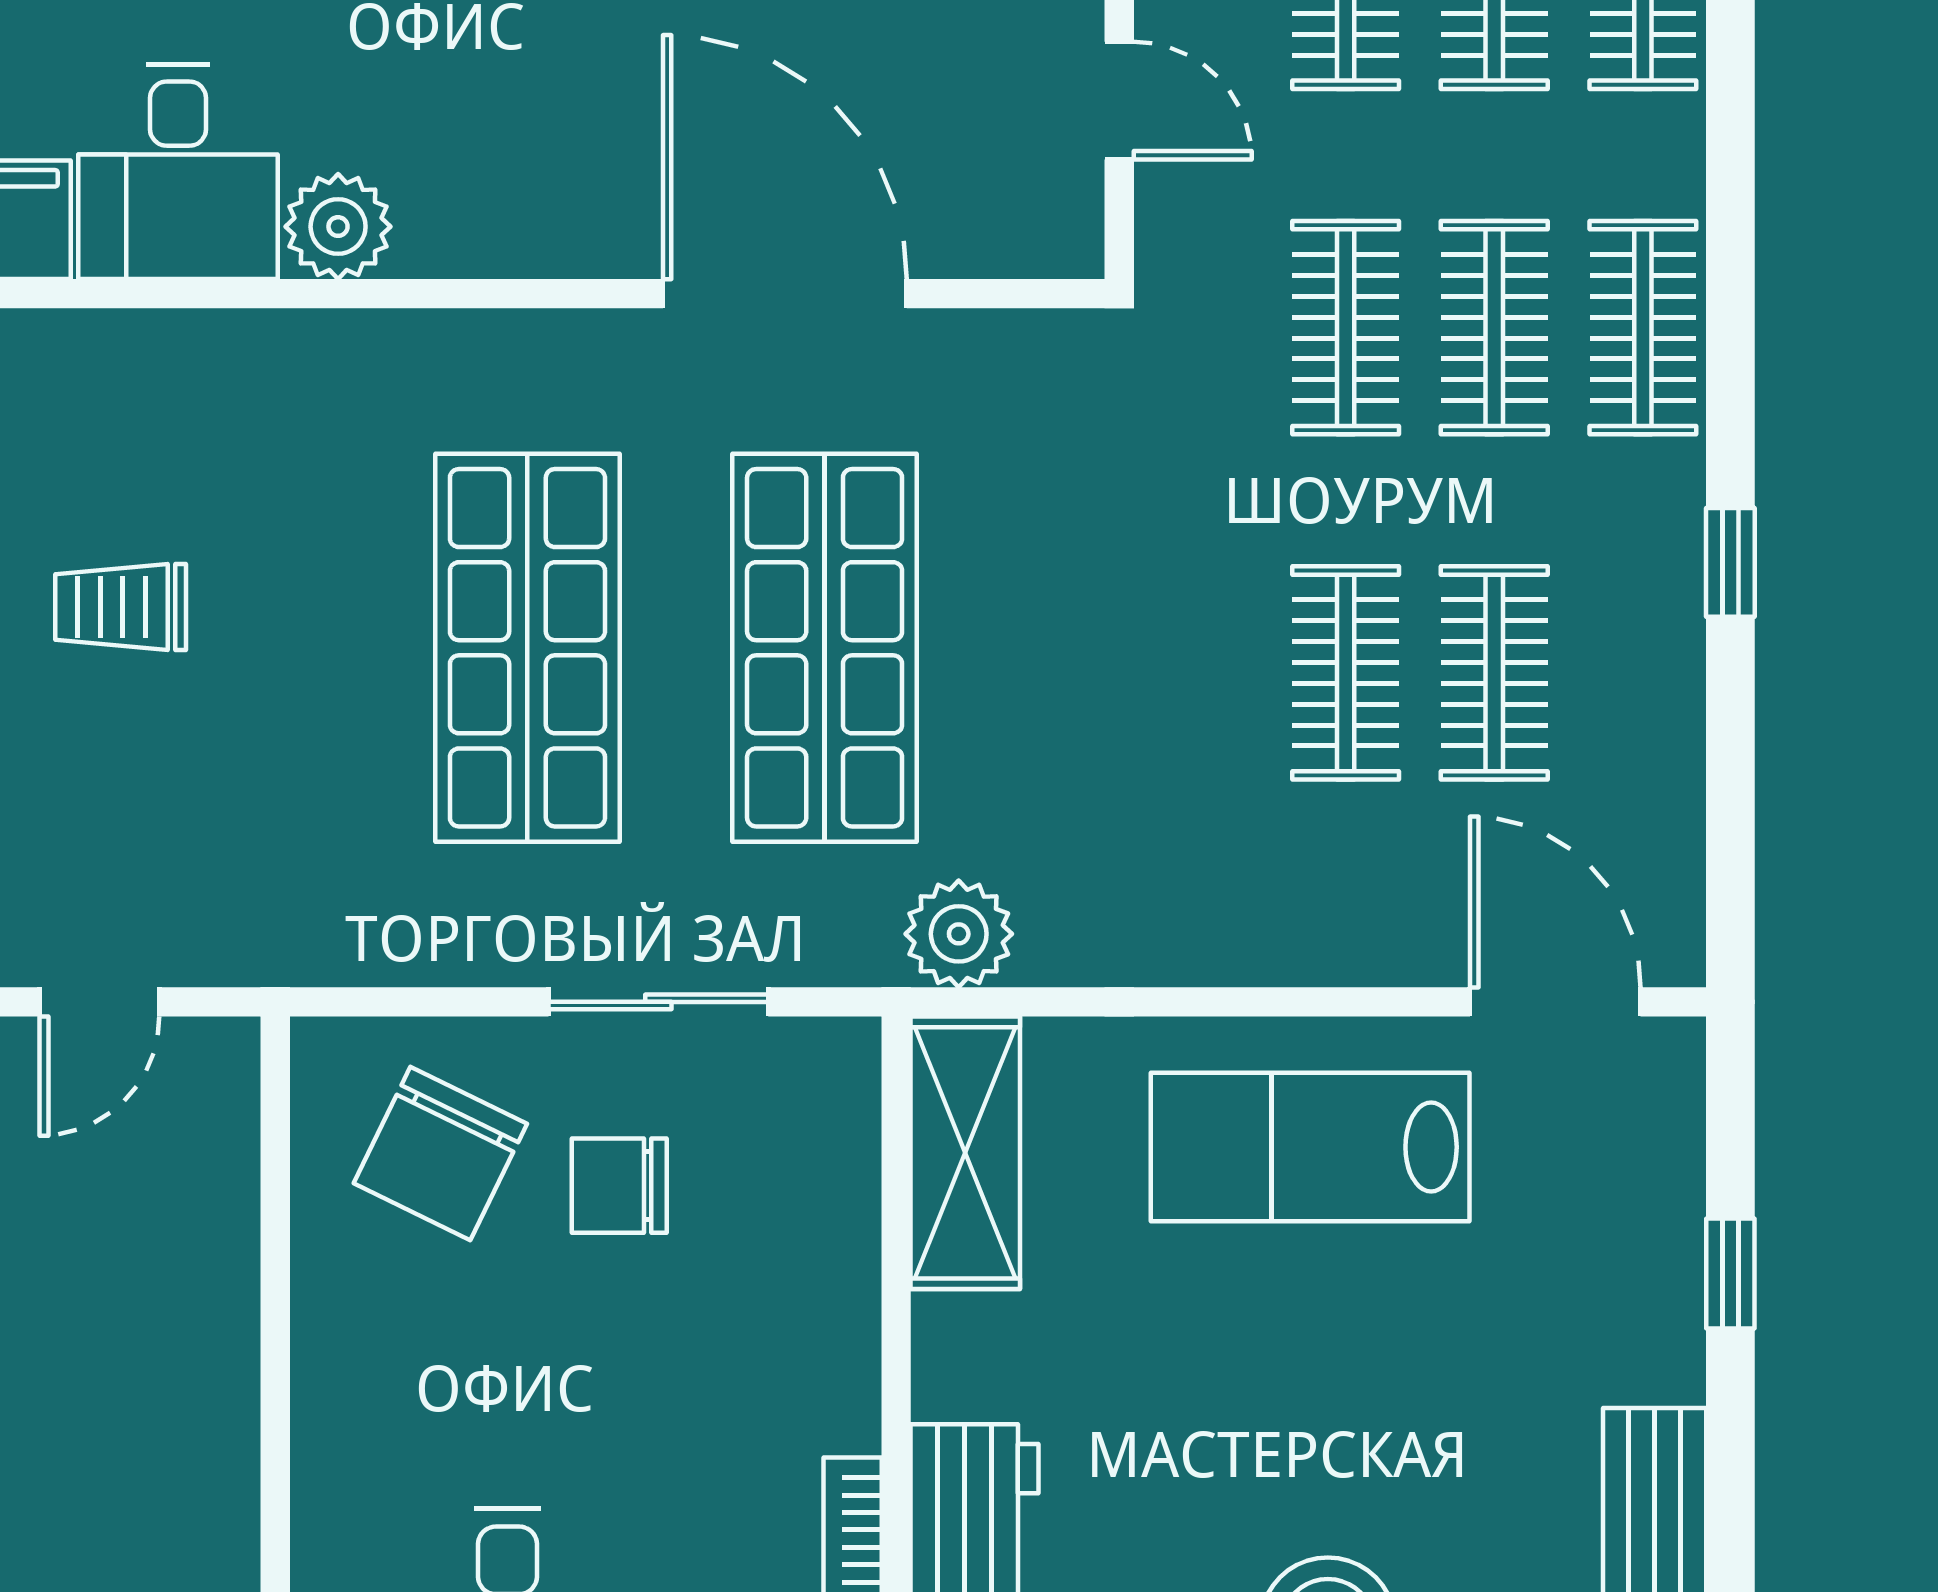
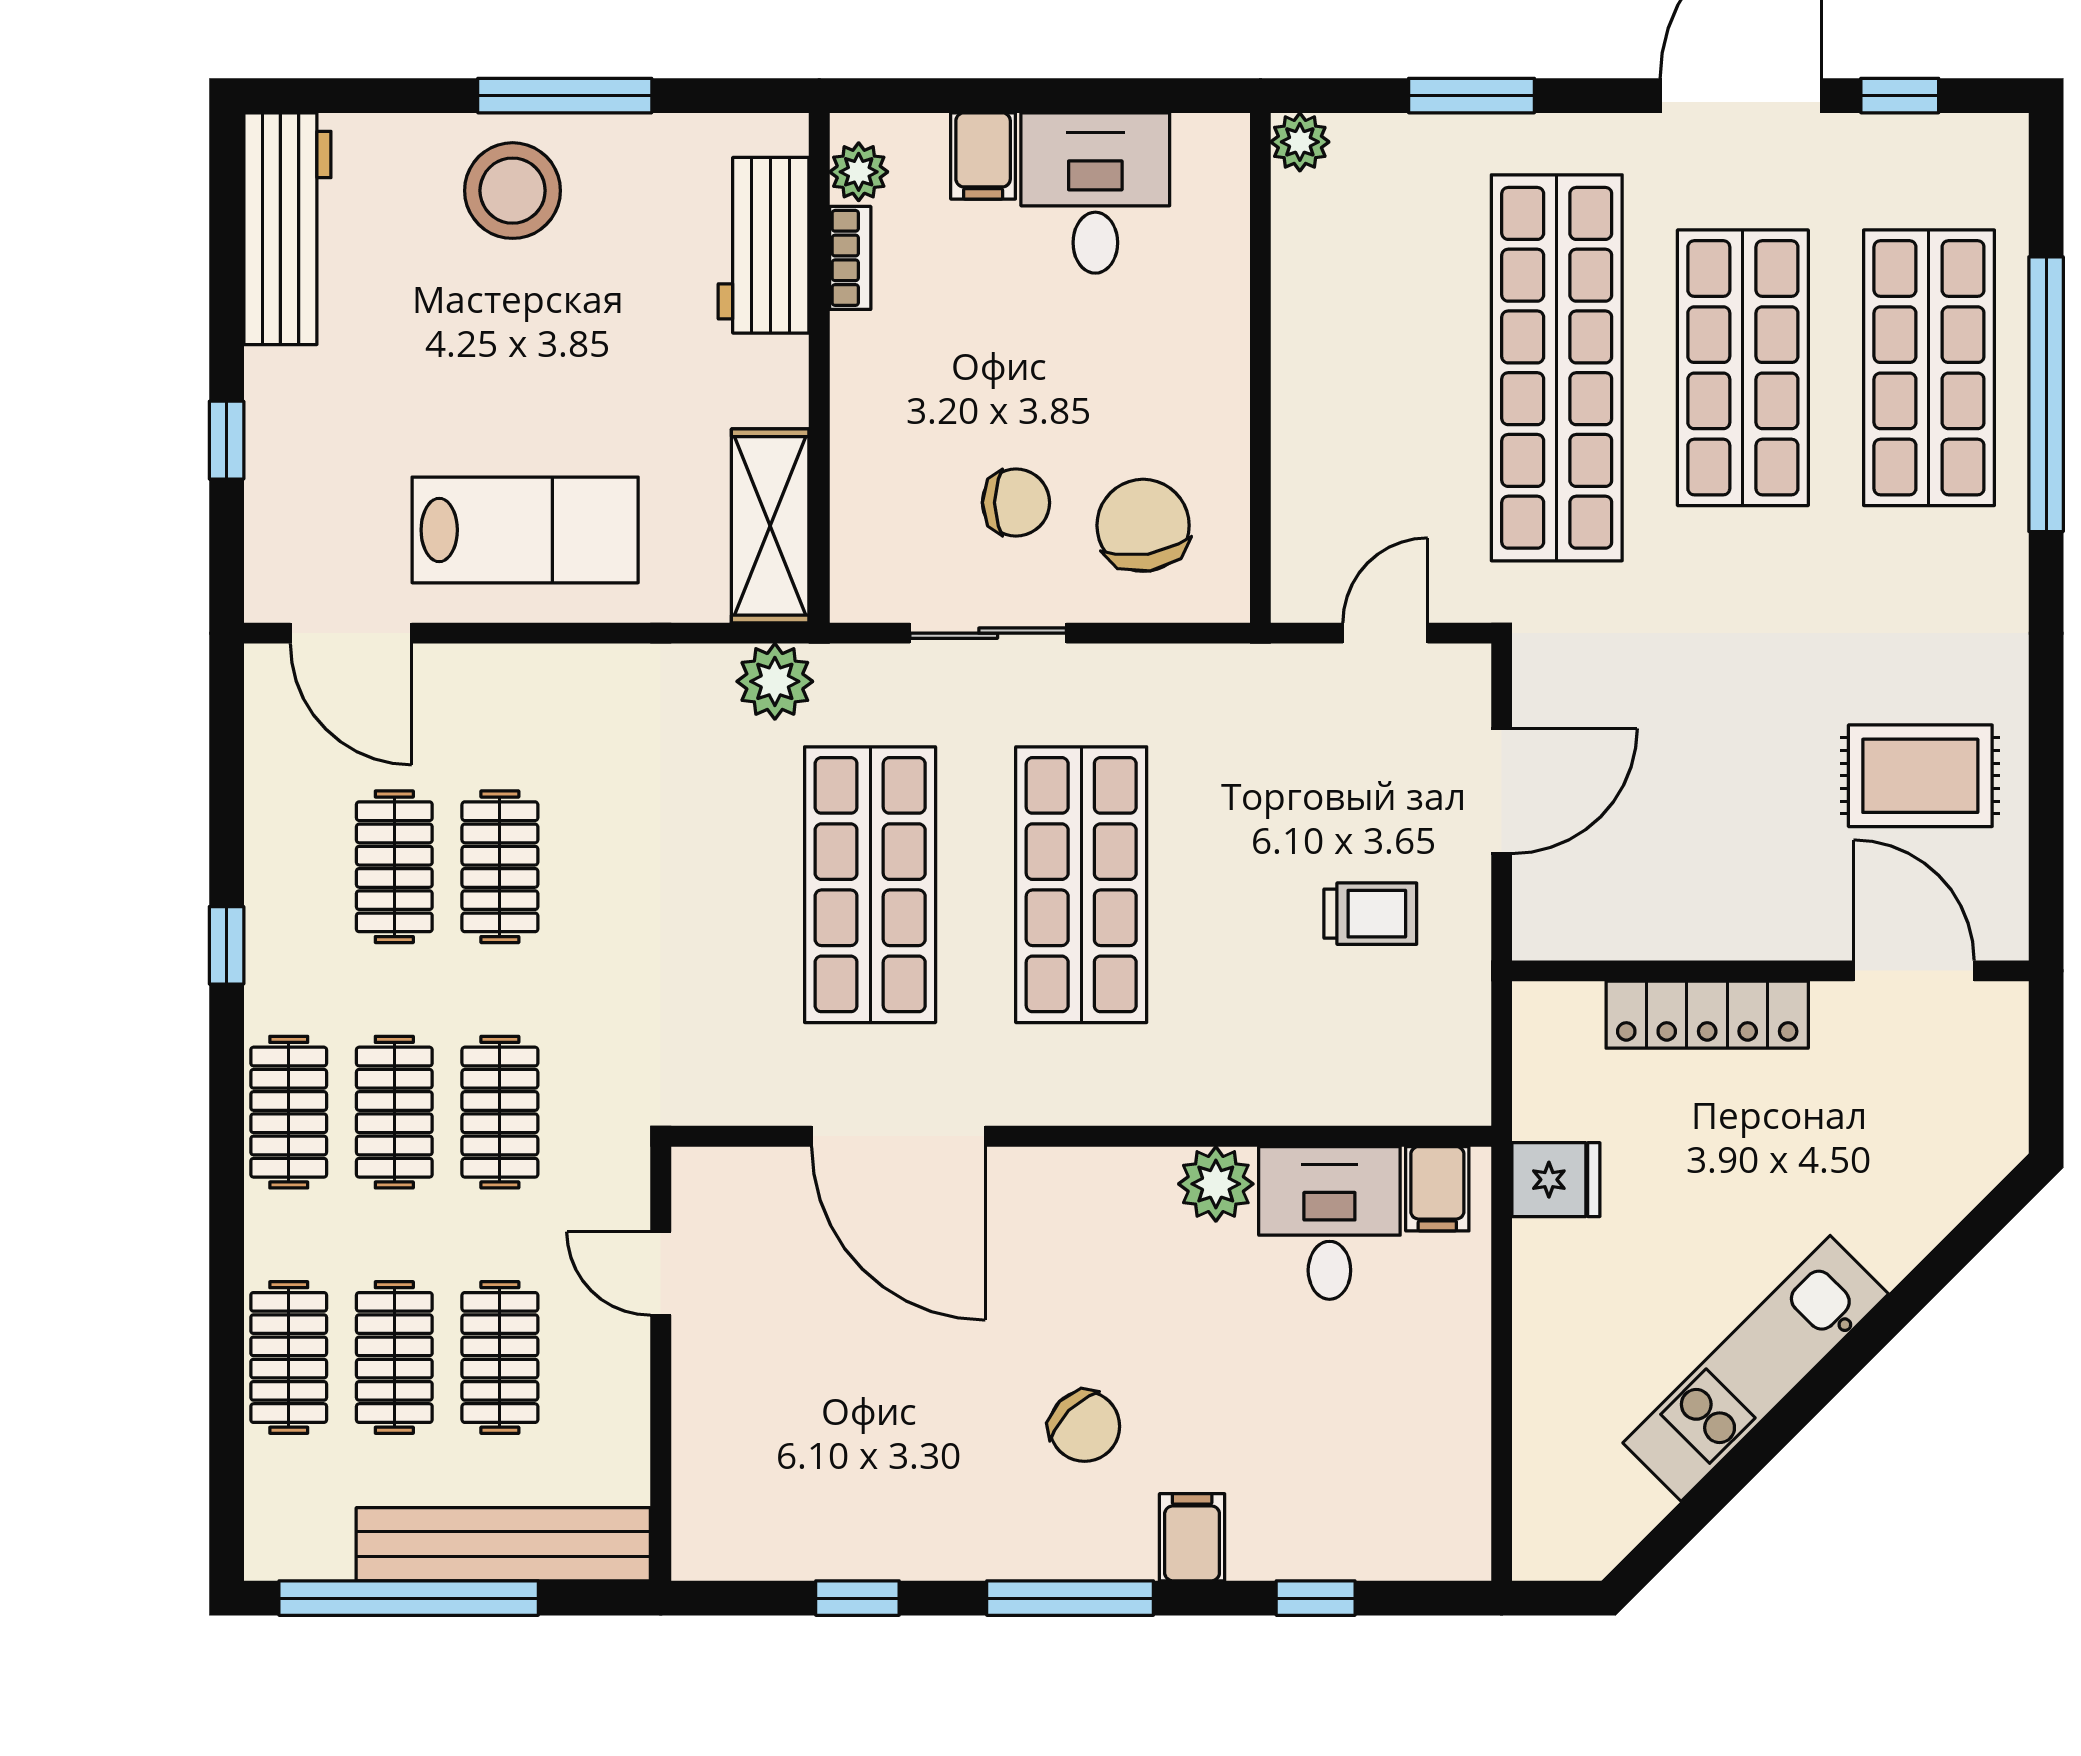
chair: (440, 1154) -> (1143, 525), turned -35

